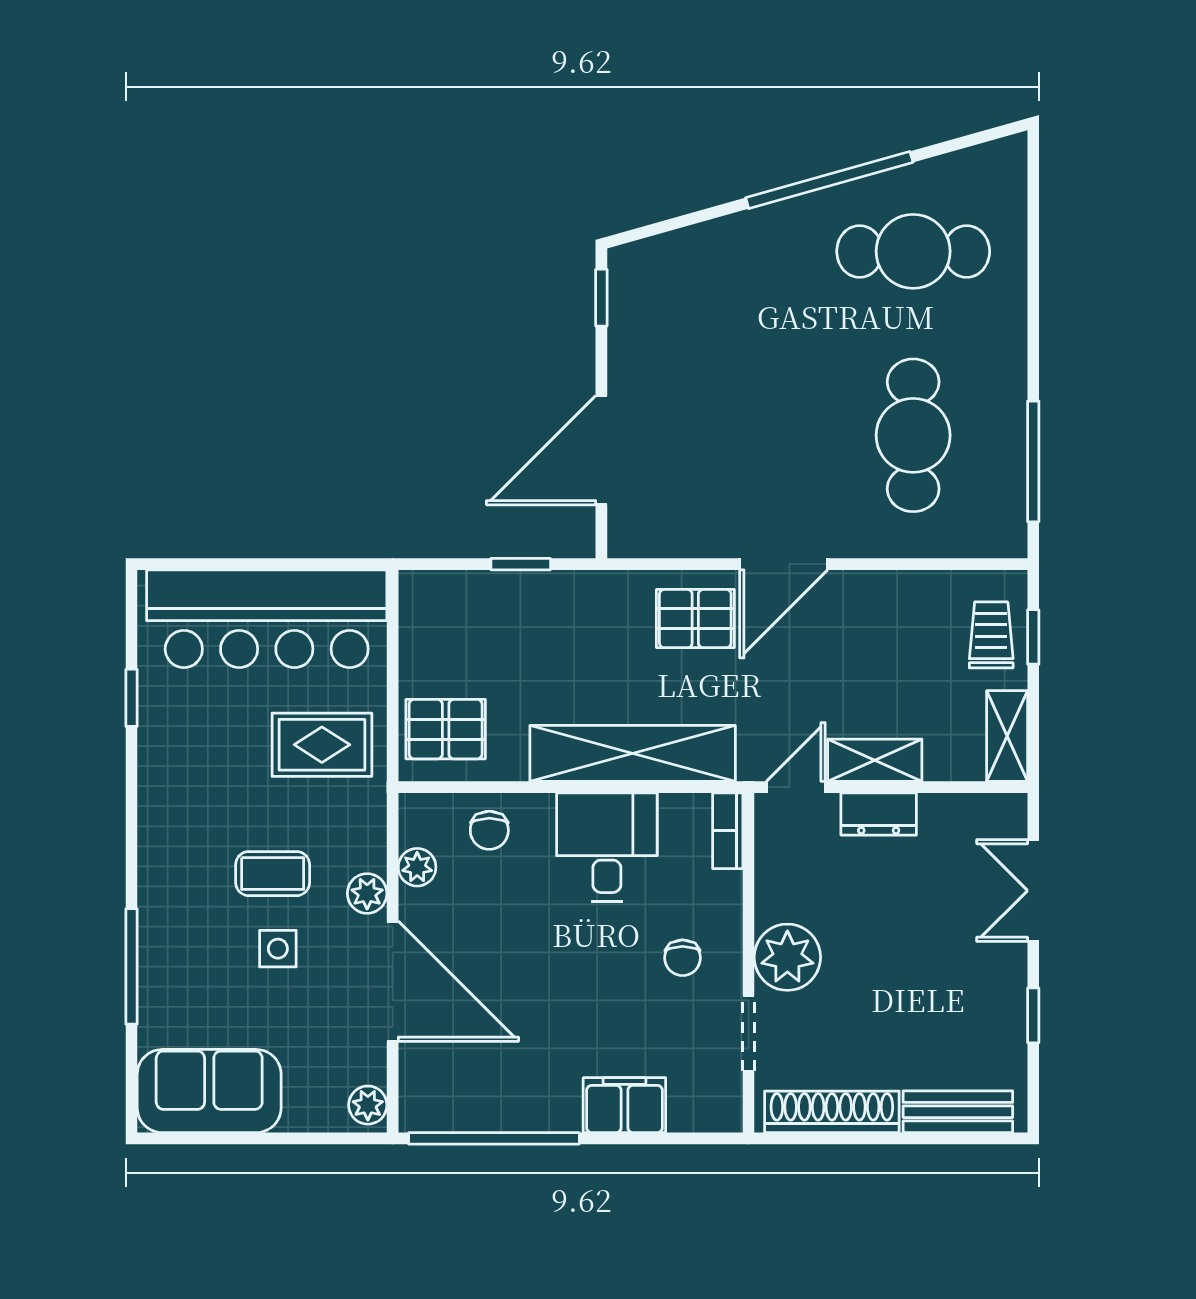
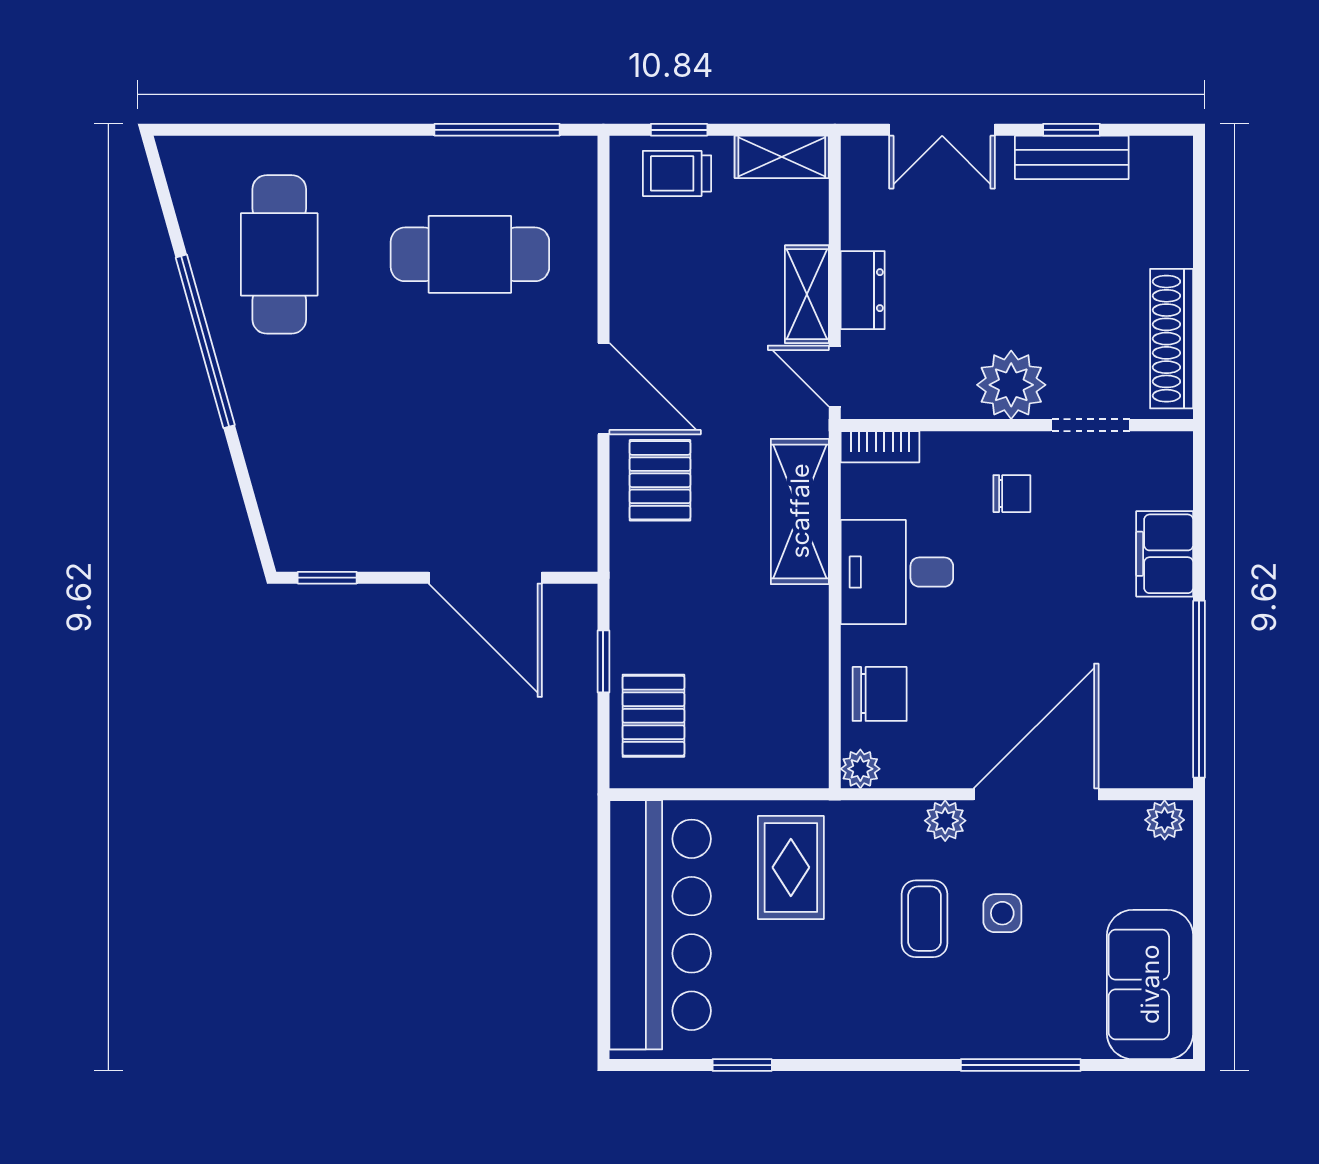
pallet: (446, 729) -> (653, 716), moved
shelving: (633, 753) -> (800, 511), width x0.68
chair: (489, 830) -> (880, 694), width x1.37, depth x1.37
plant: (417, 867) -> (860, 769), moved
bench: (958, 1112) -> (1072, 157), moved, turned 90

